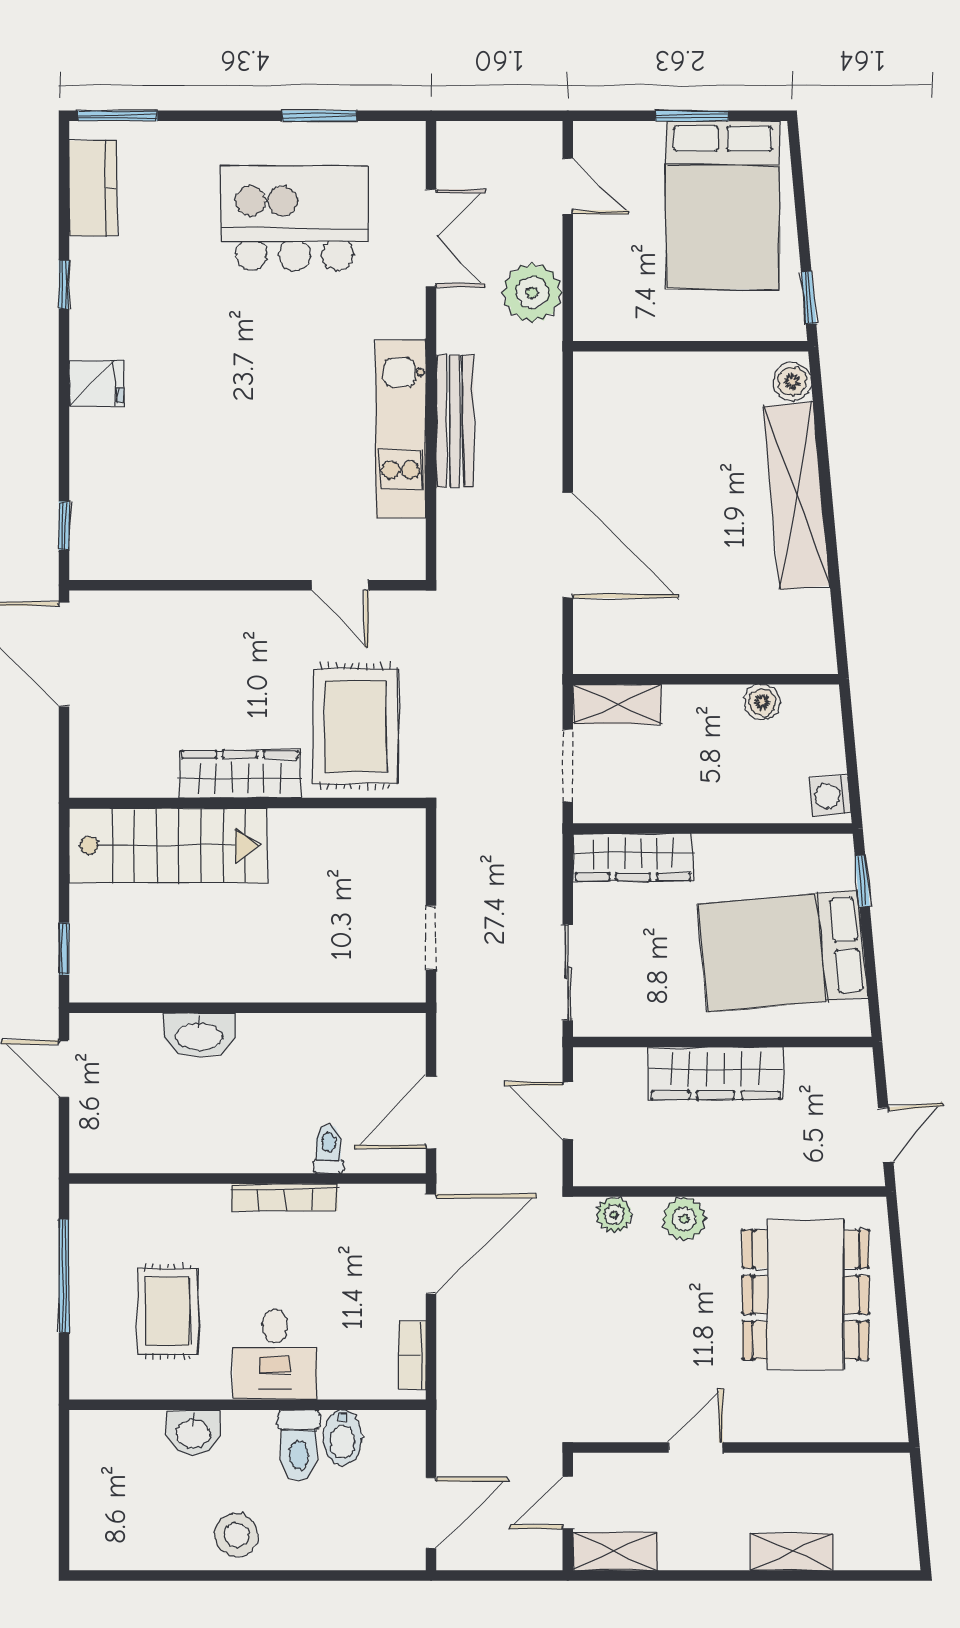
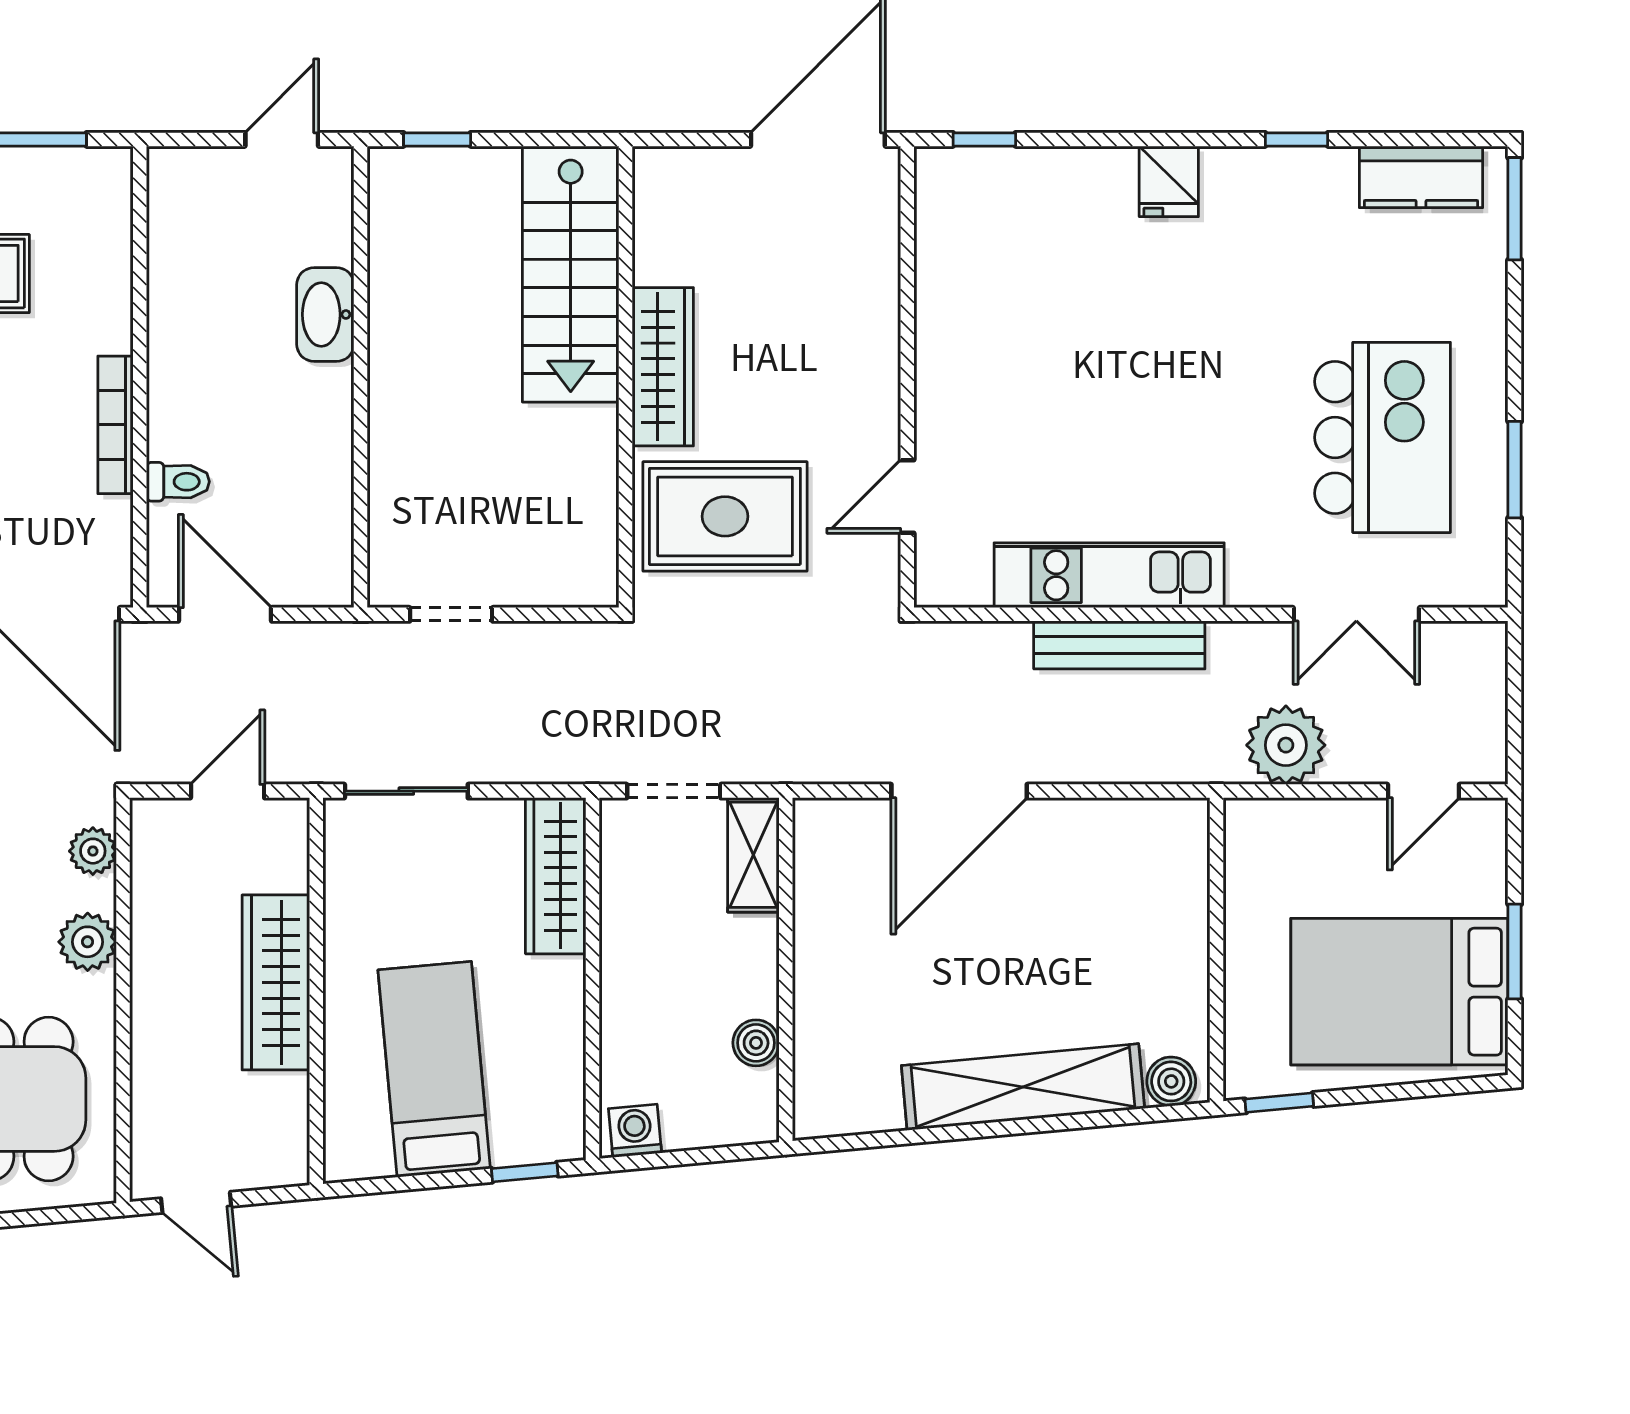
bed: (783, 951) -> (434, 1069), width x0.67

